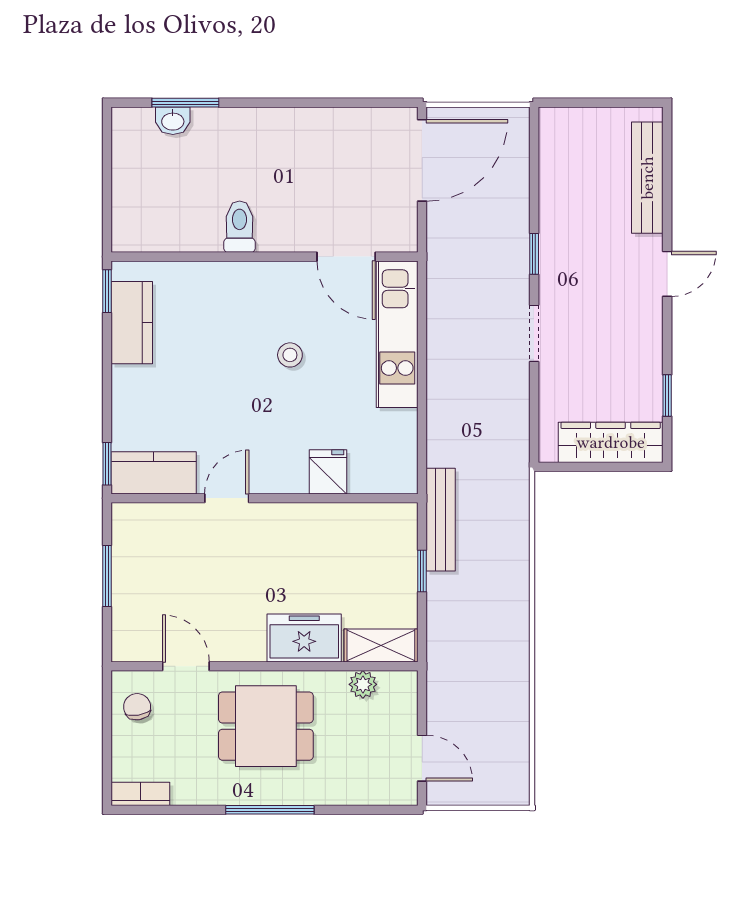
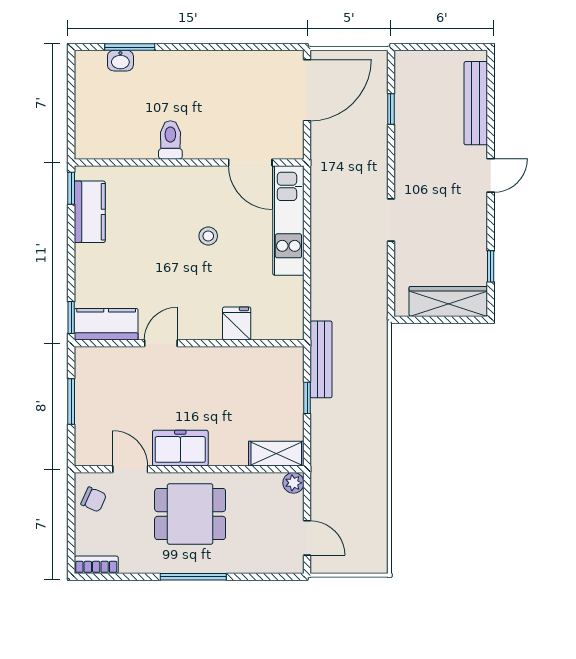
window: (534, 254) -> (391, 109), moved
freezer: (304, 638) -> (180, 448), moved
plant: (363, 684) -> (293, 483), moved
chair: (137, 707) -> (94, 499), turned 123

